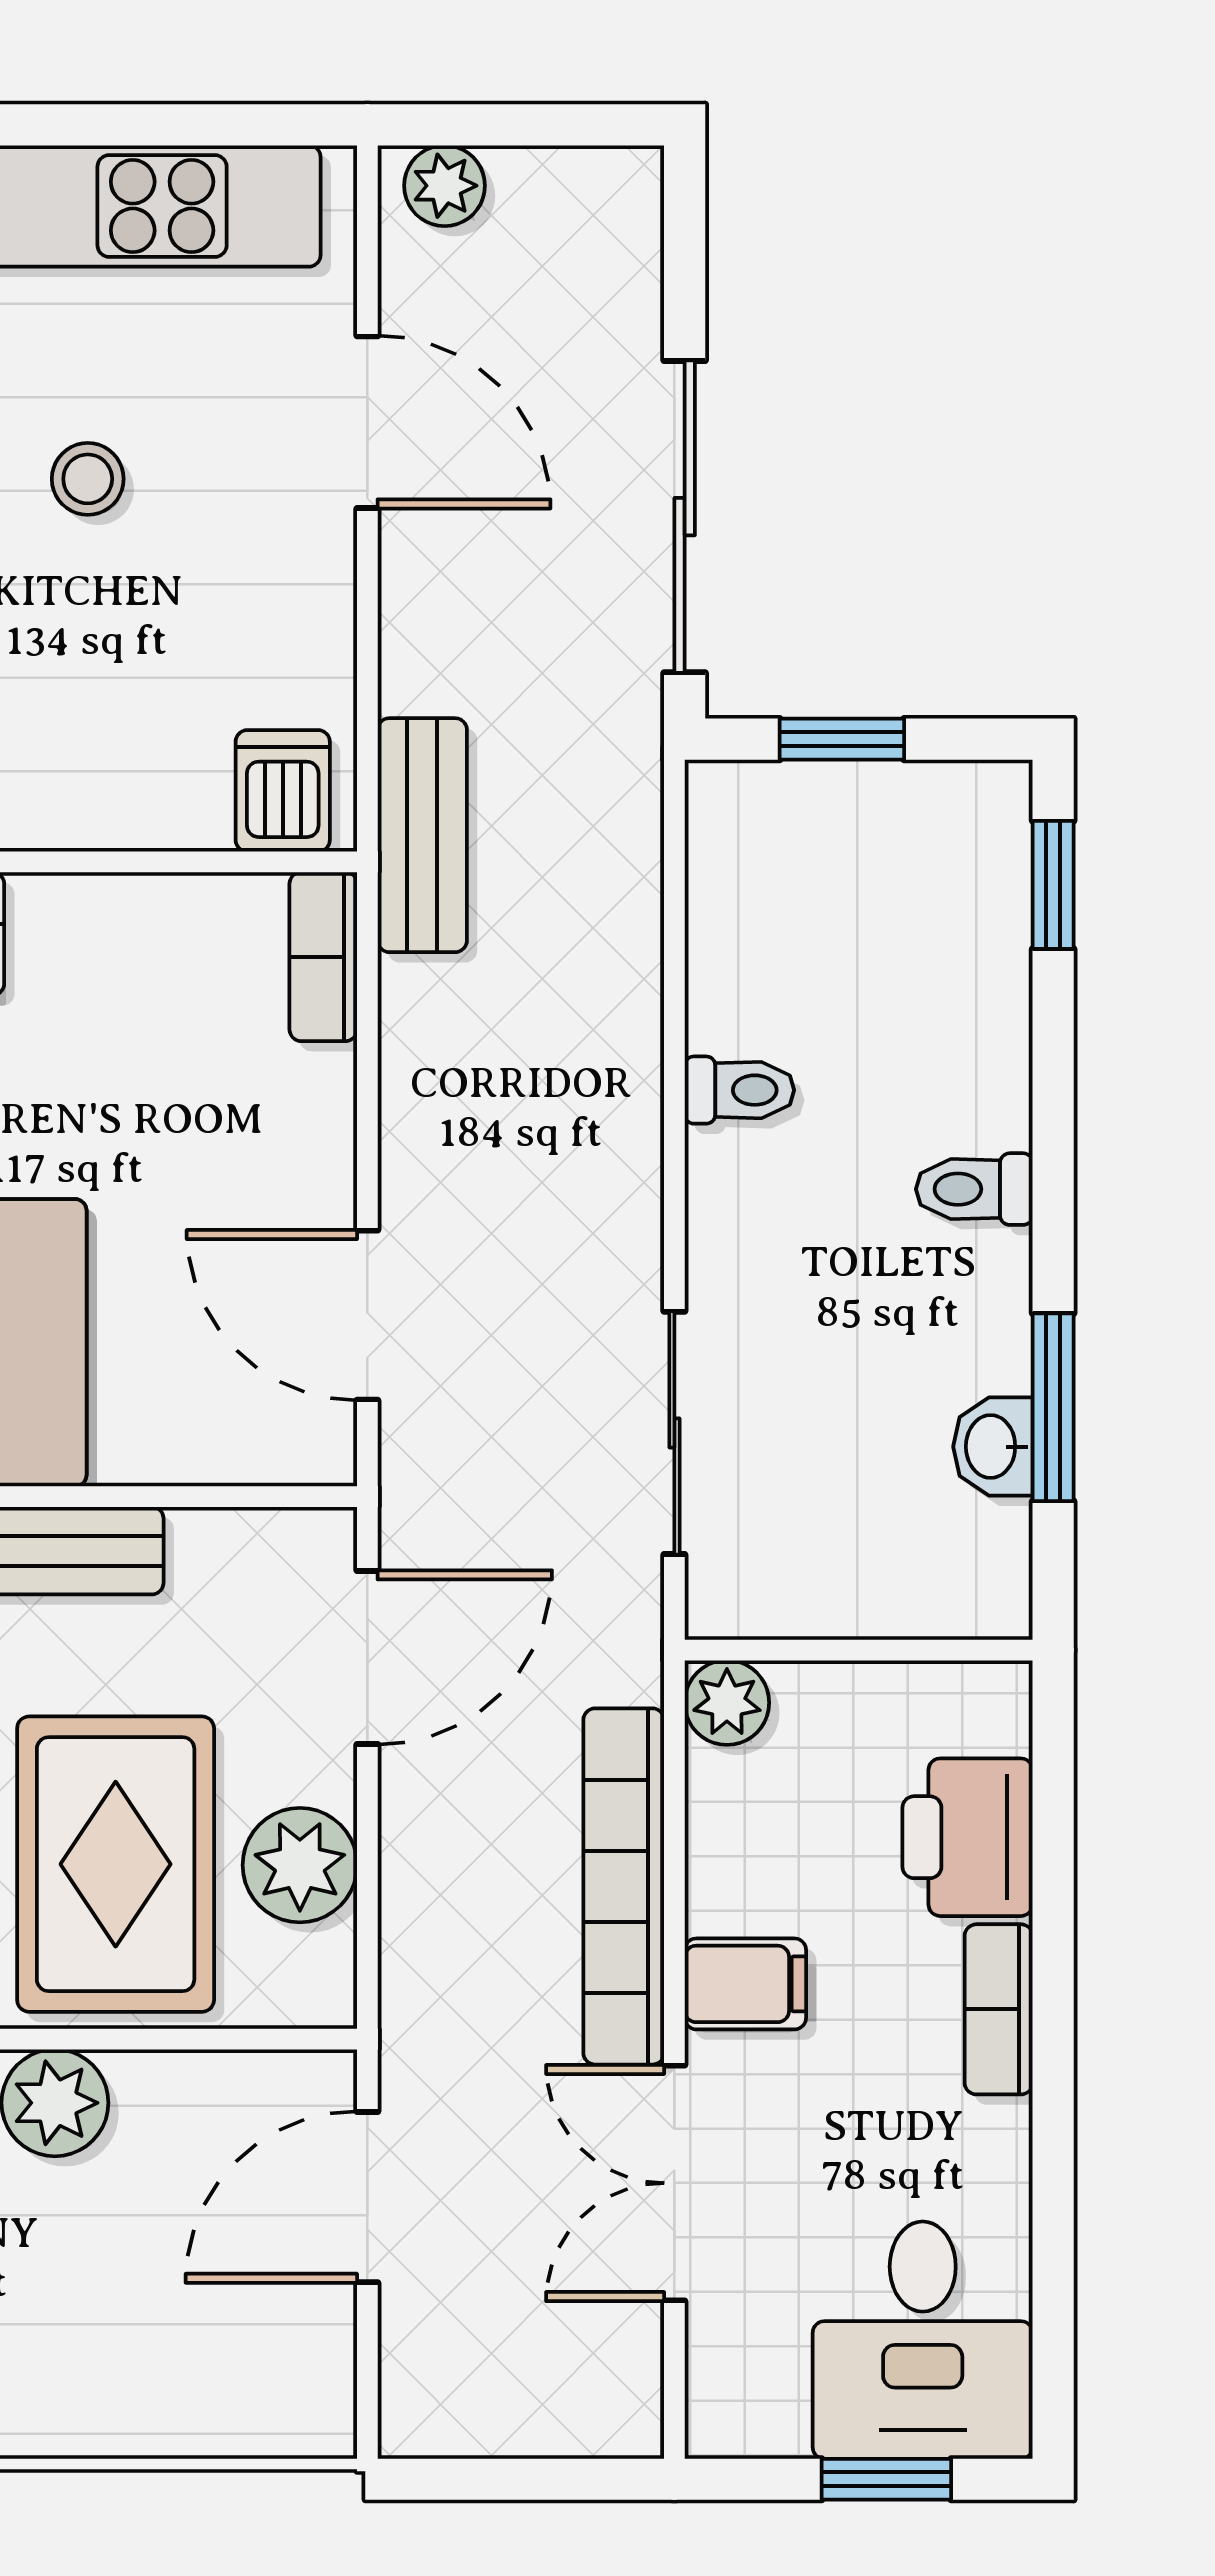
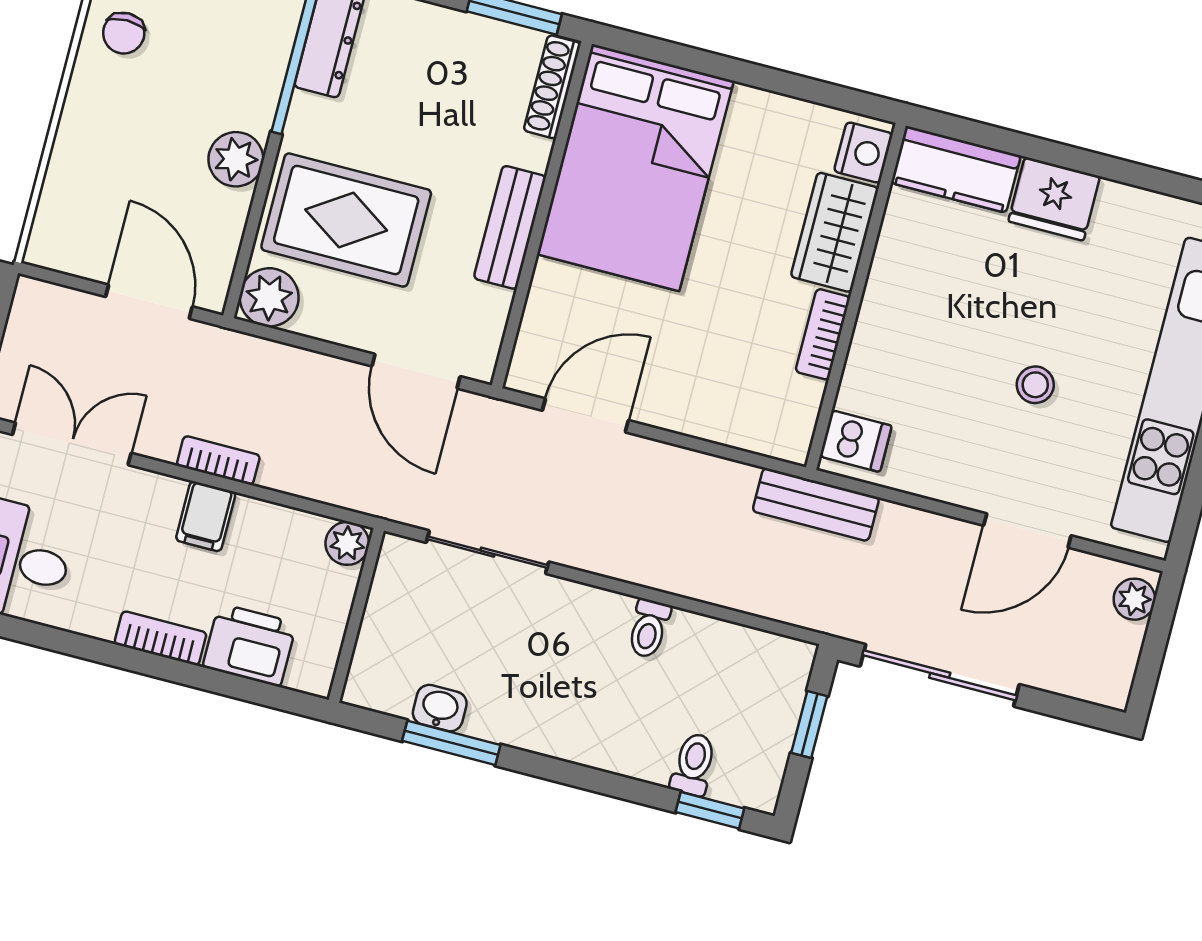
bookcase: (323, 957) -> (823, 334), moved, turned -90
toilet: (974, 1189) -> (693, 764), moved
plant: (300, 1865) -> (269, 297), moved
bookcase: (624, 1886) -> (218, 460), width x0.43, depth x0.76
double door: (674, 2183) -> (72, 444), moved

